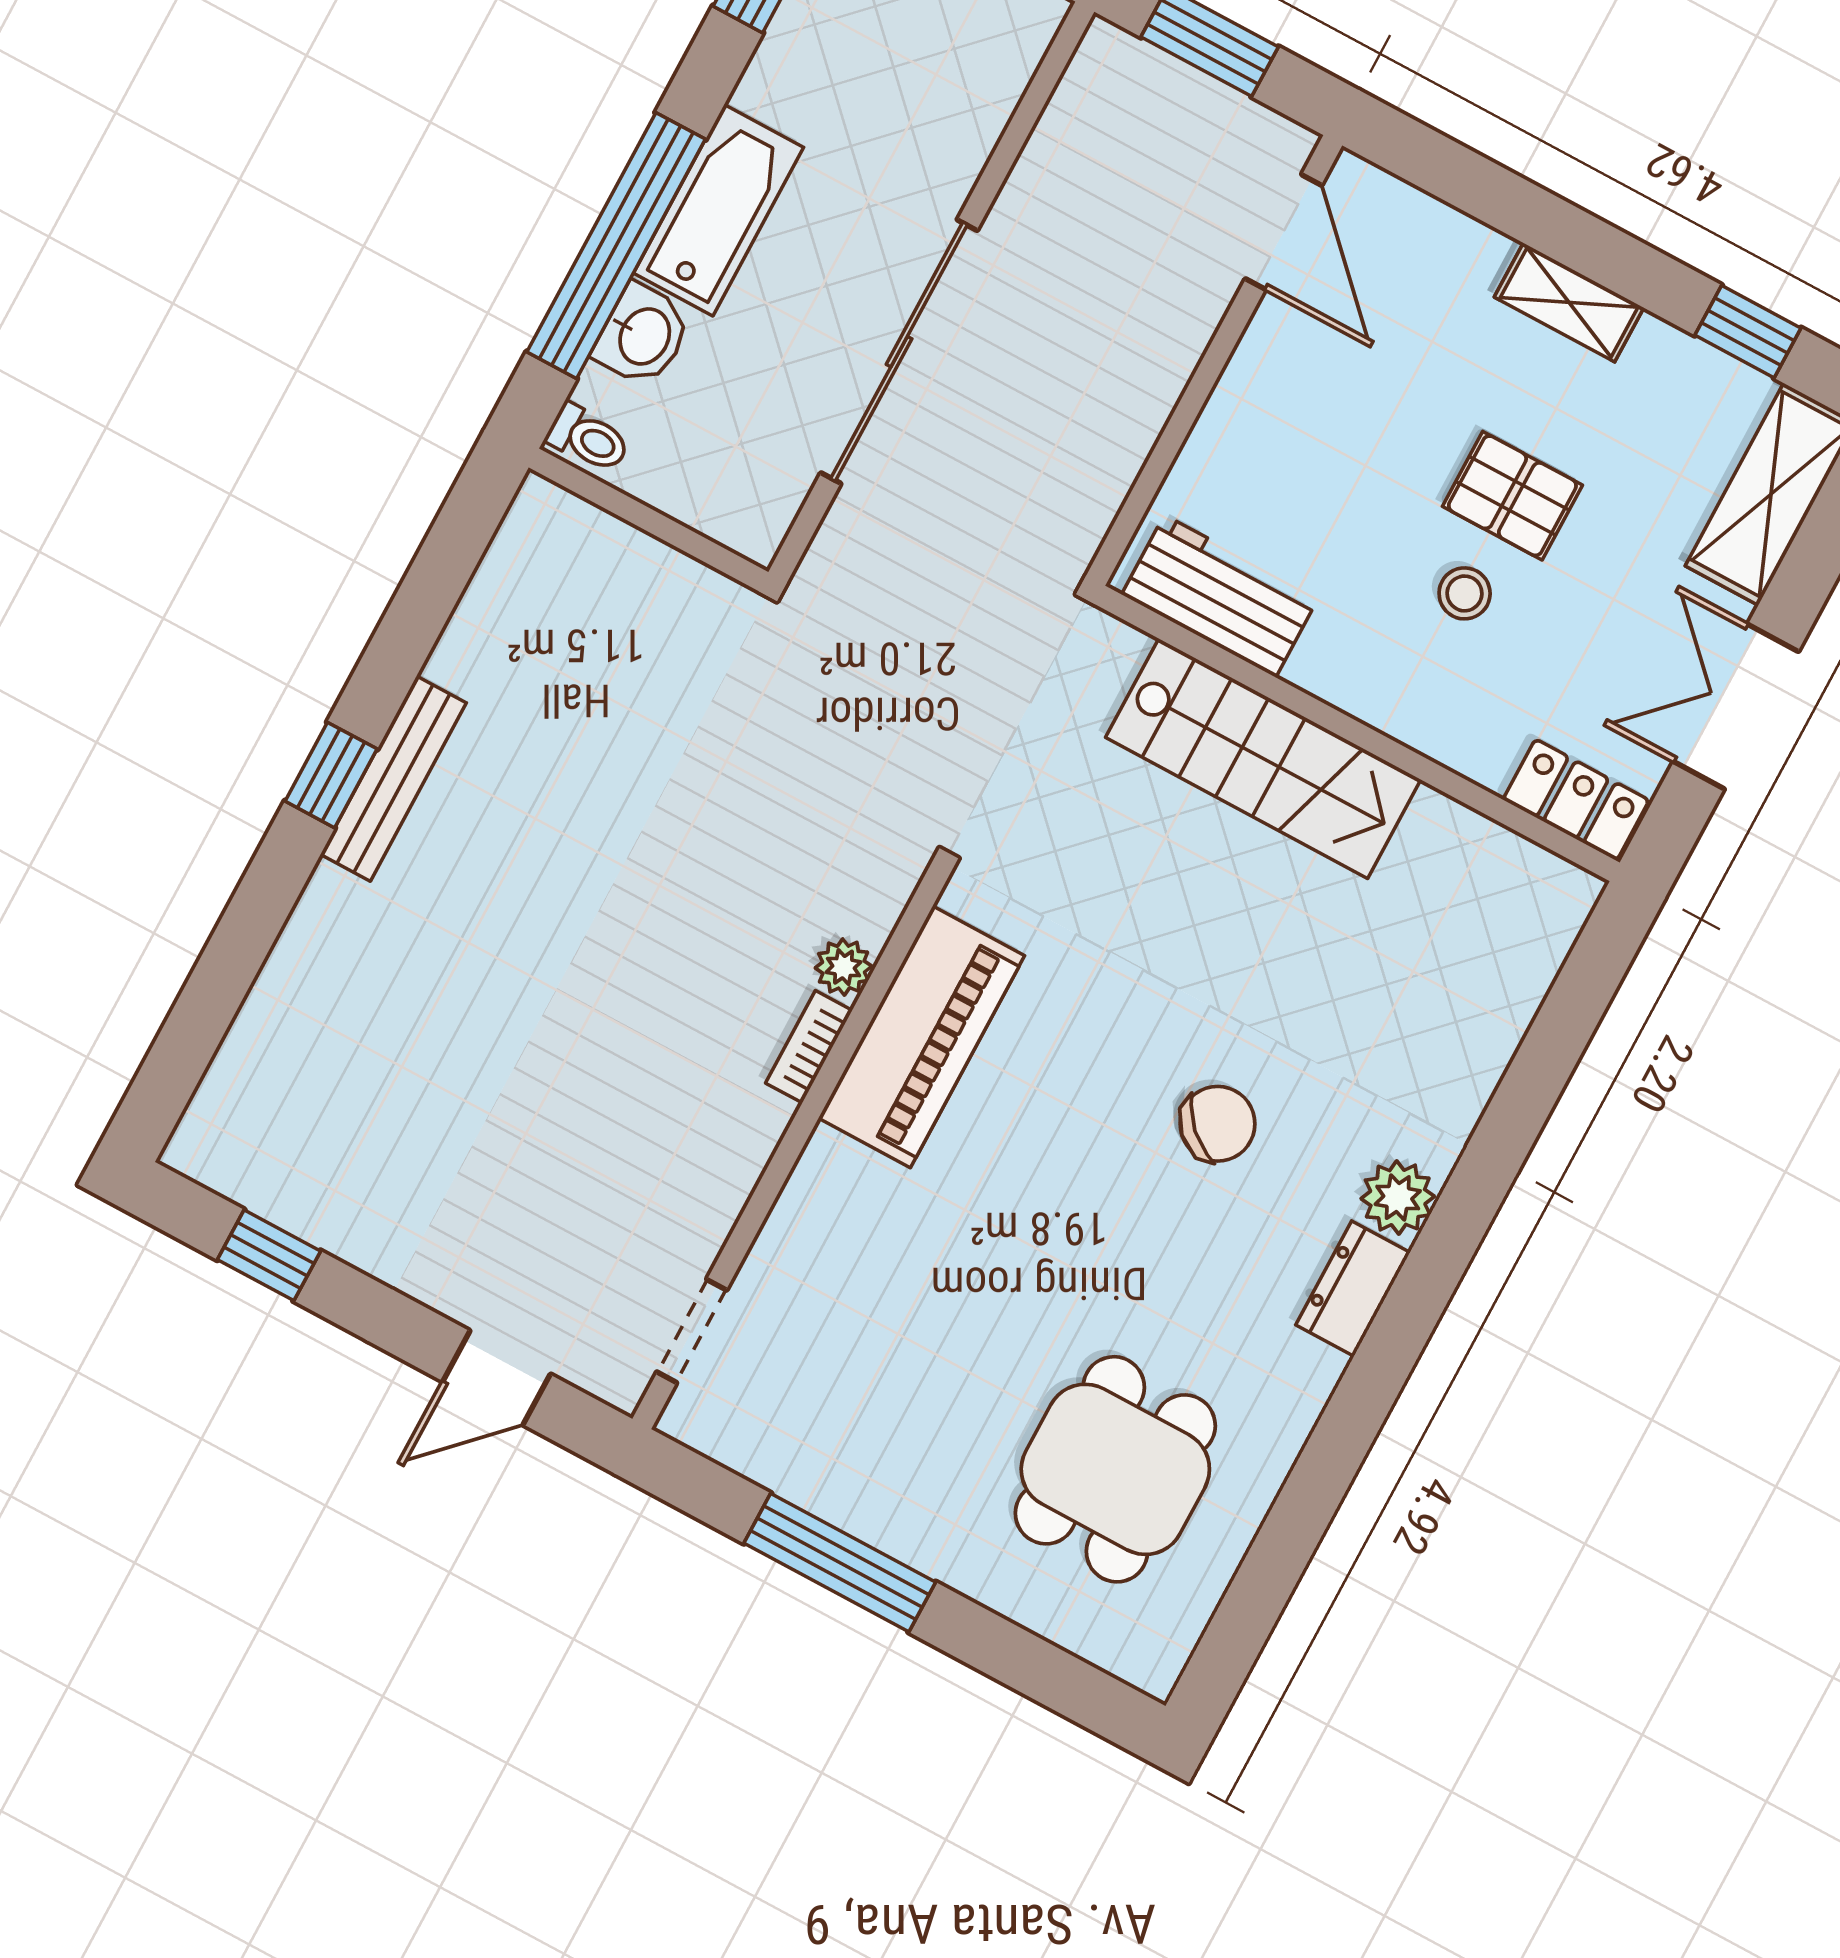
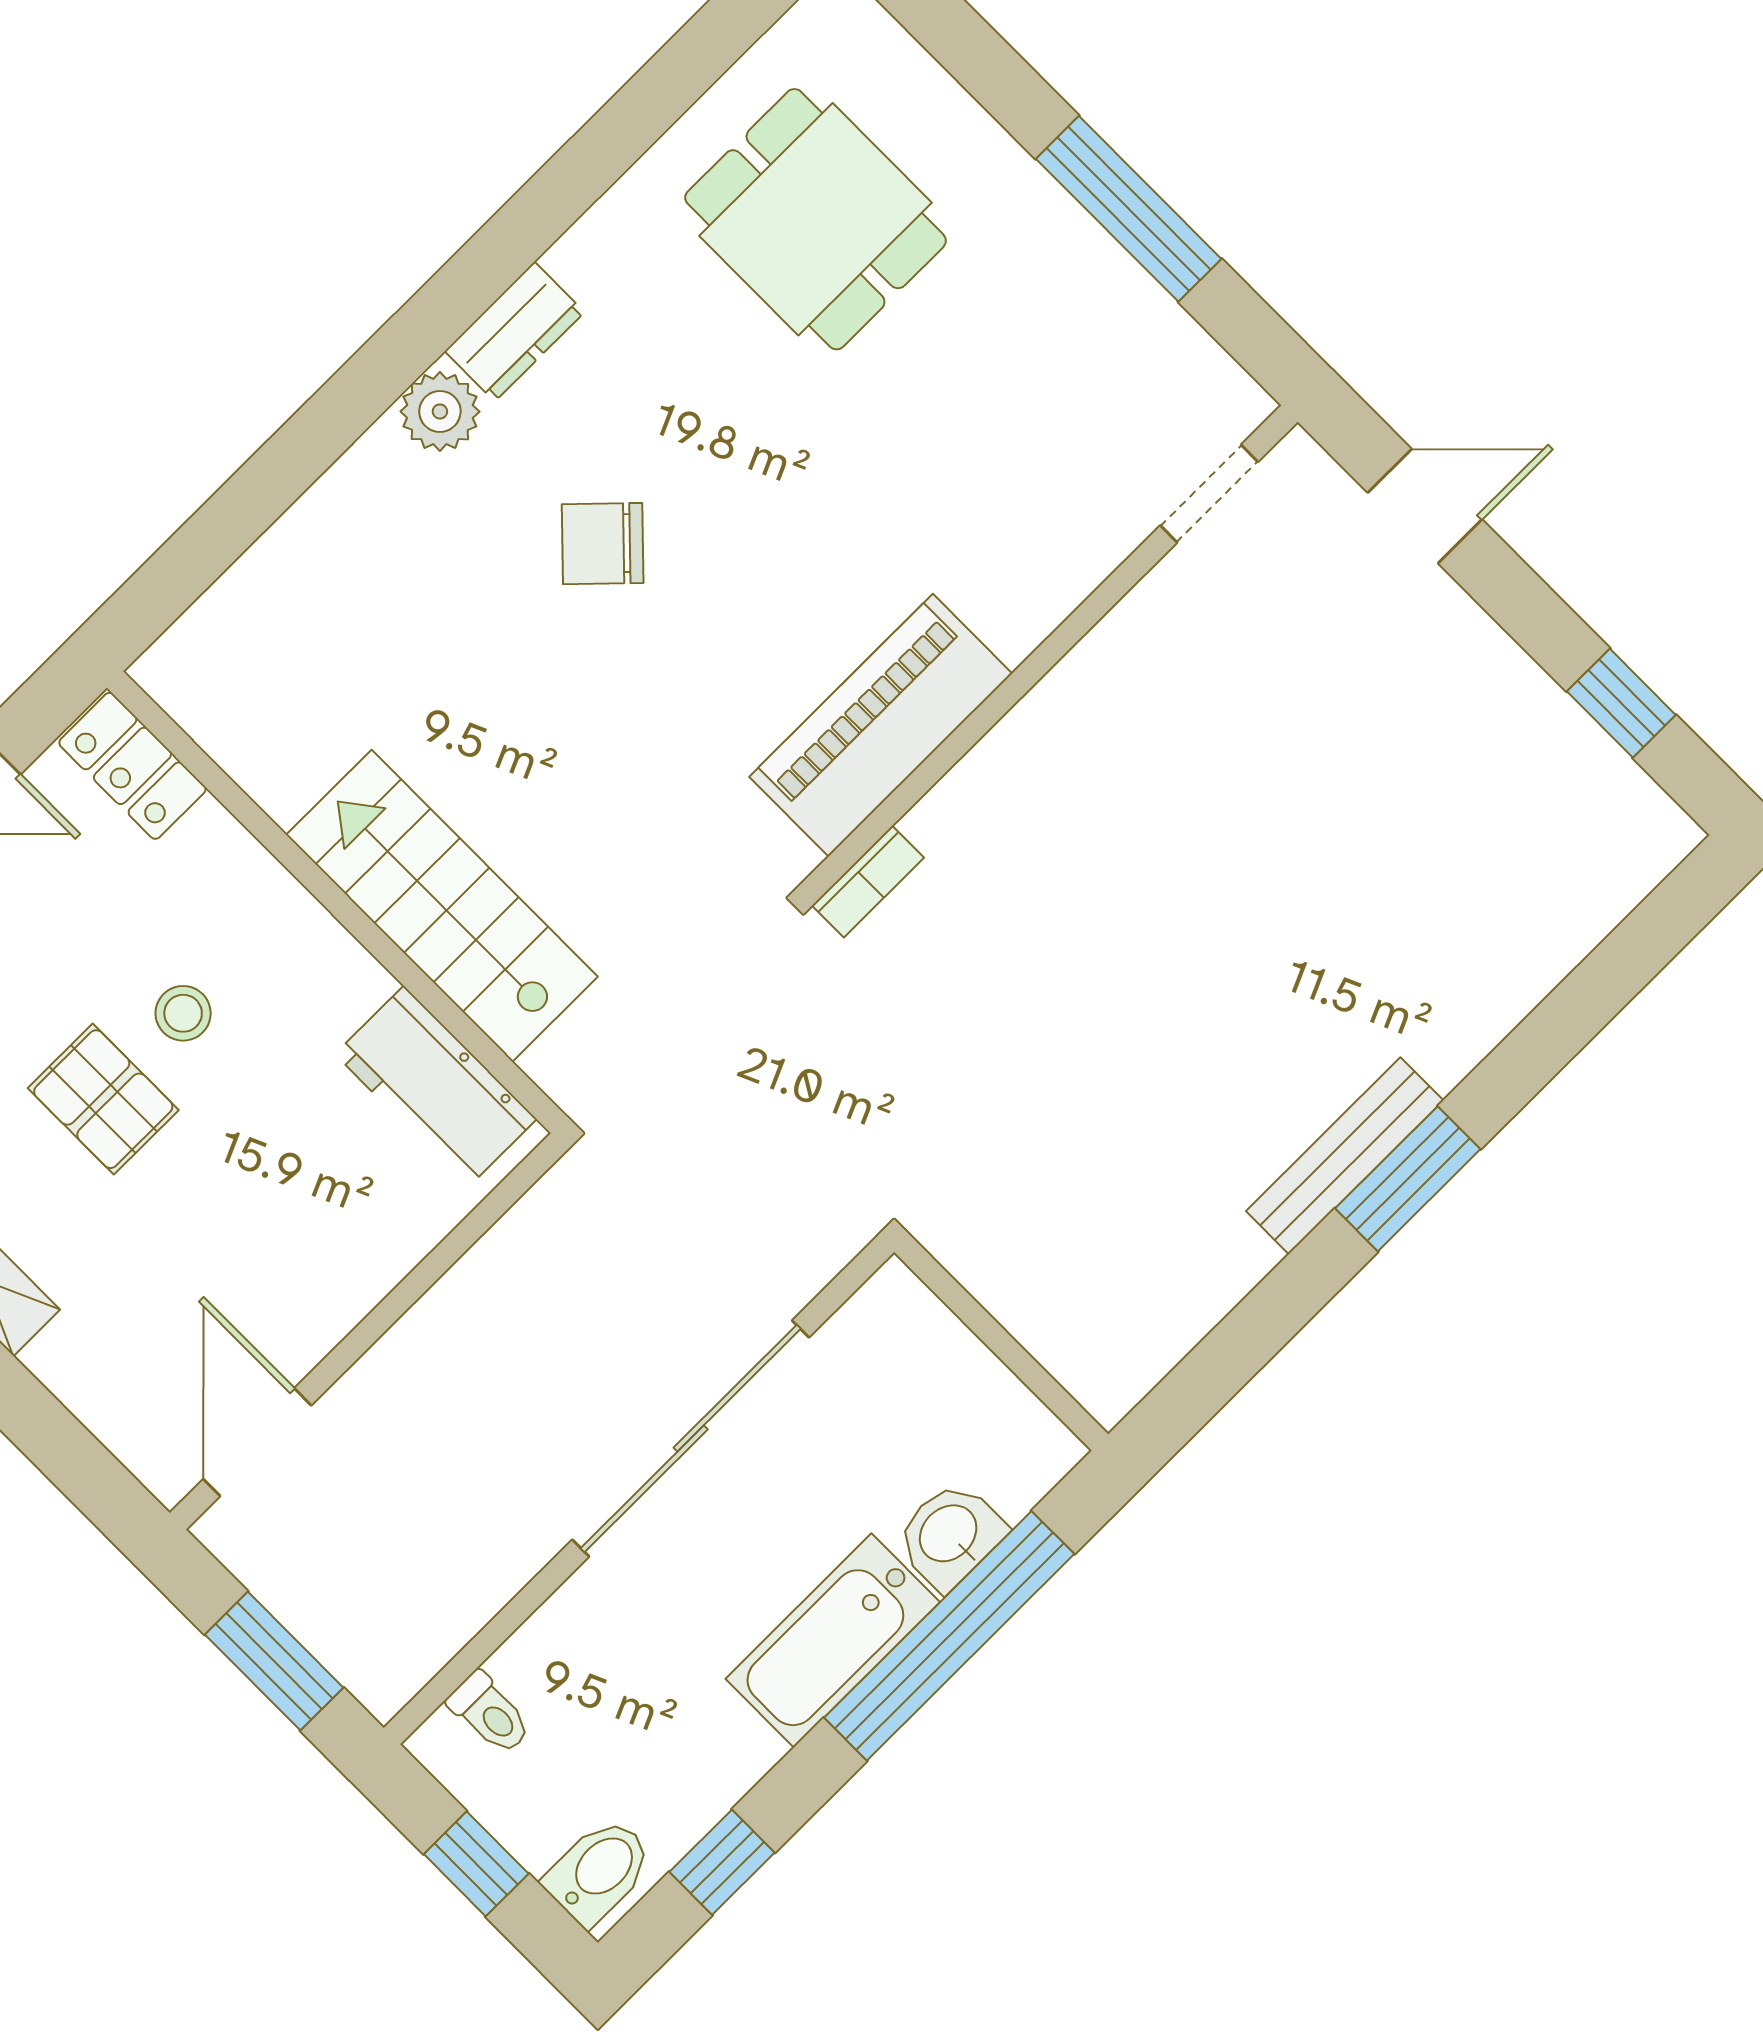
toilet: (588, 438) -> (490, 1713), moved, turned 180
window: (331, 775) -> (1408, 1179), width x1.50
plant: (844, 967) -> (939, 821), removed
bookcase: (809, 1047) -> (868, 882), moved
dining table: (1115, 1469) -> (816, 219), turned 90

